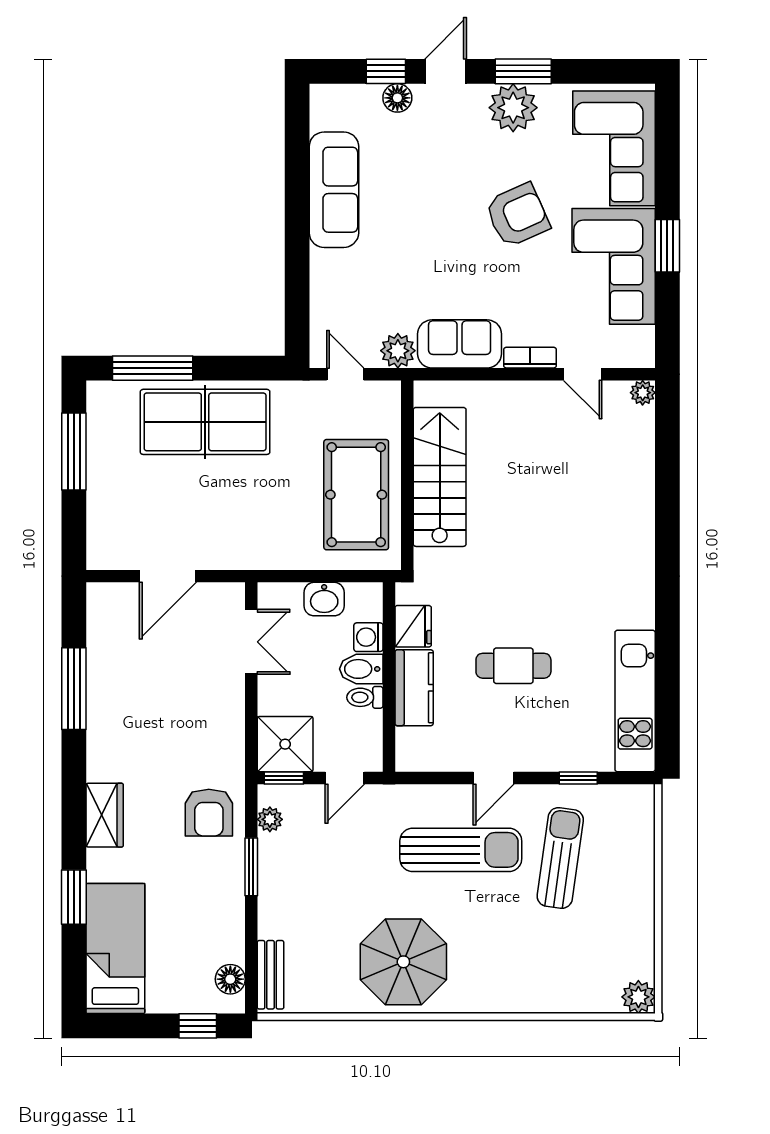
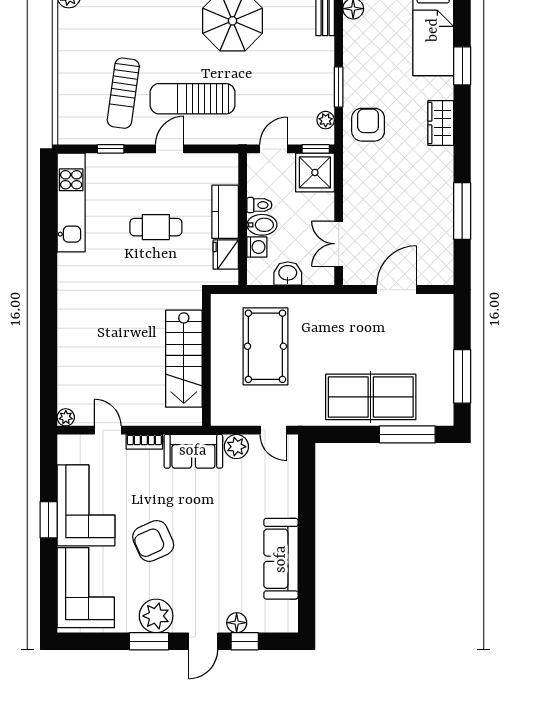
wall: (407, 475) -> (206, 360), moved
stairs: (440, 477) -> (184, 359), moved

